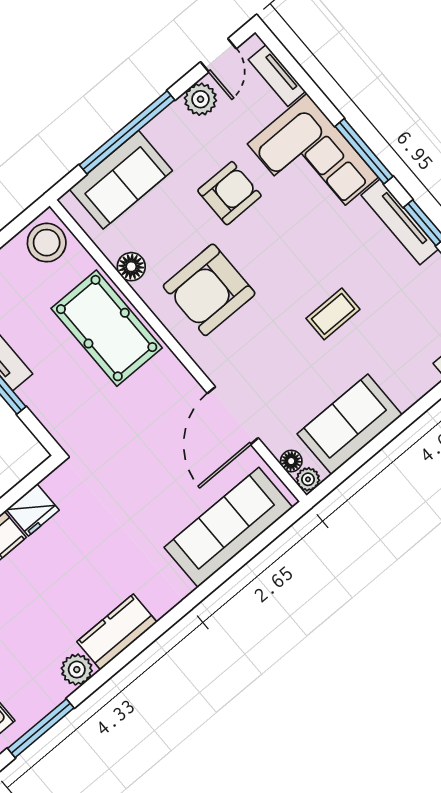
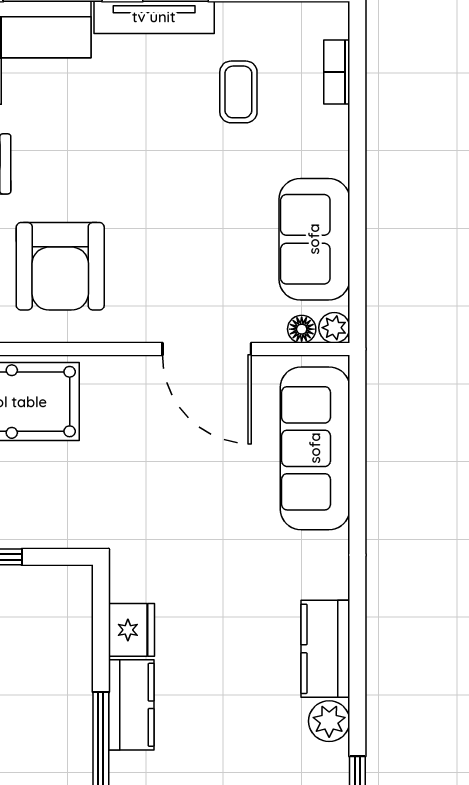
coffee table: (333, 314) -> (238, 92), moved

